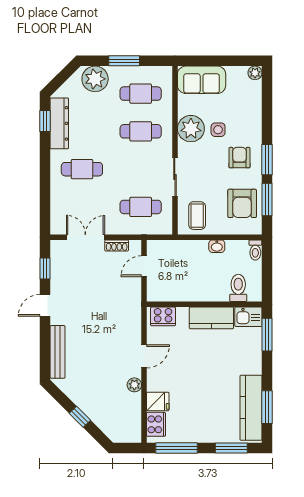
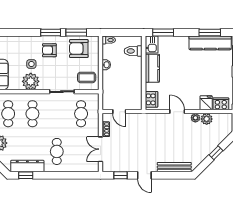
armchair: (242, 203) -> (79, 49), turned 180
plant: (133, 402) -> (207, 119), added

